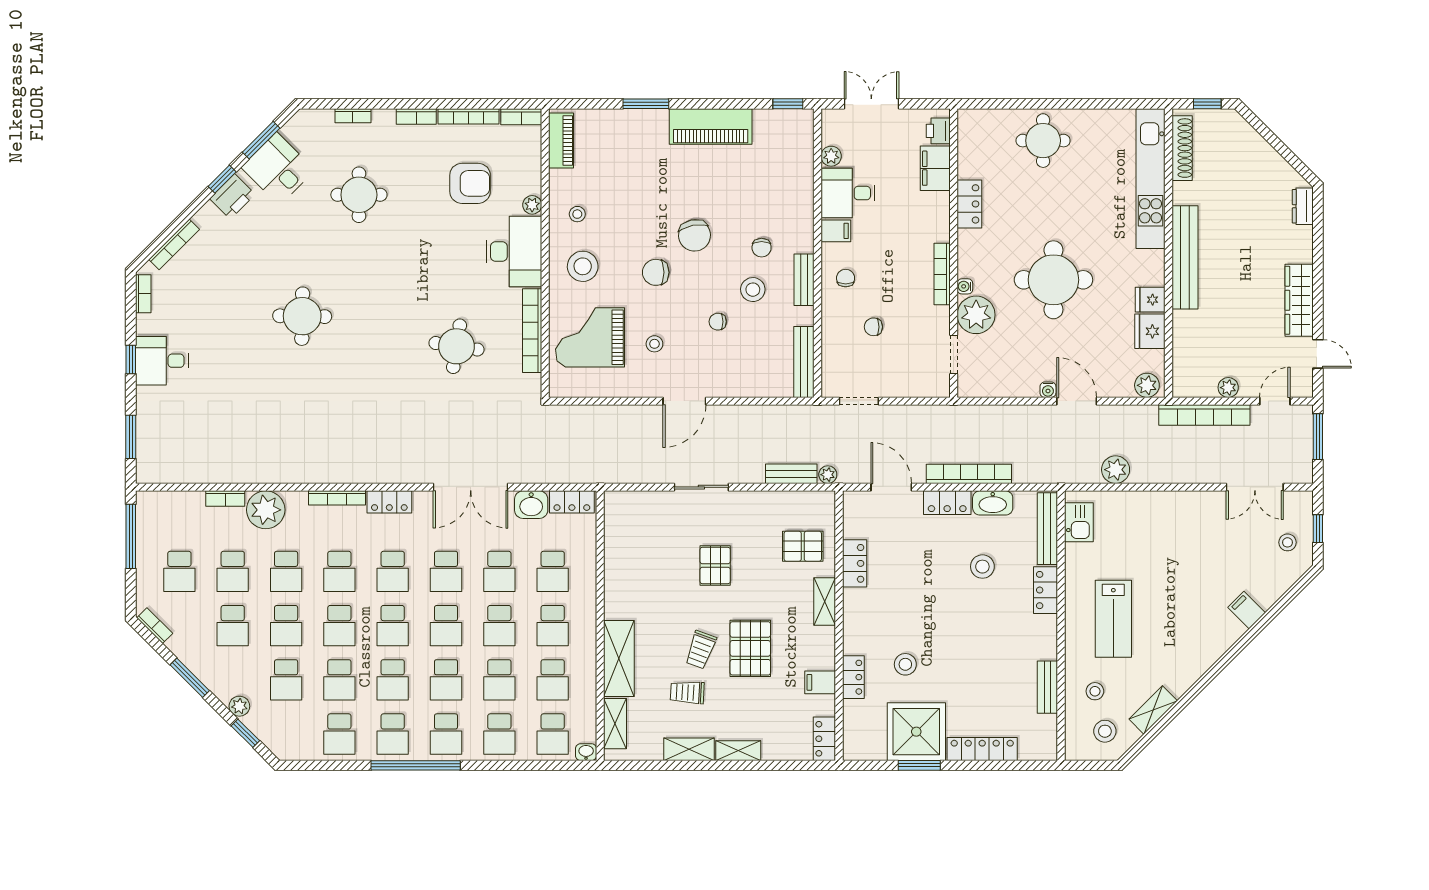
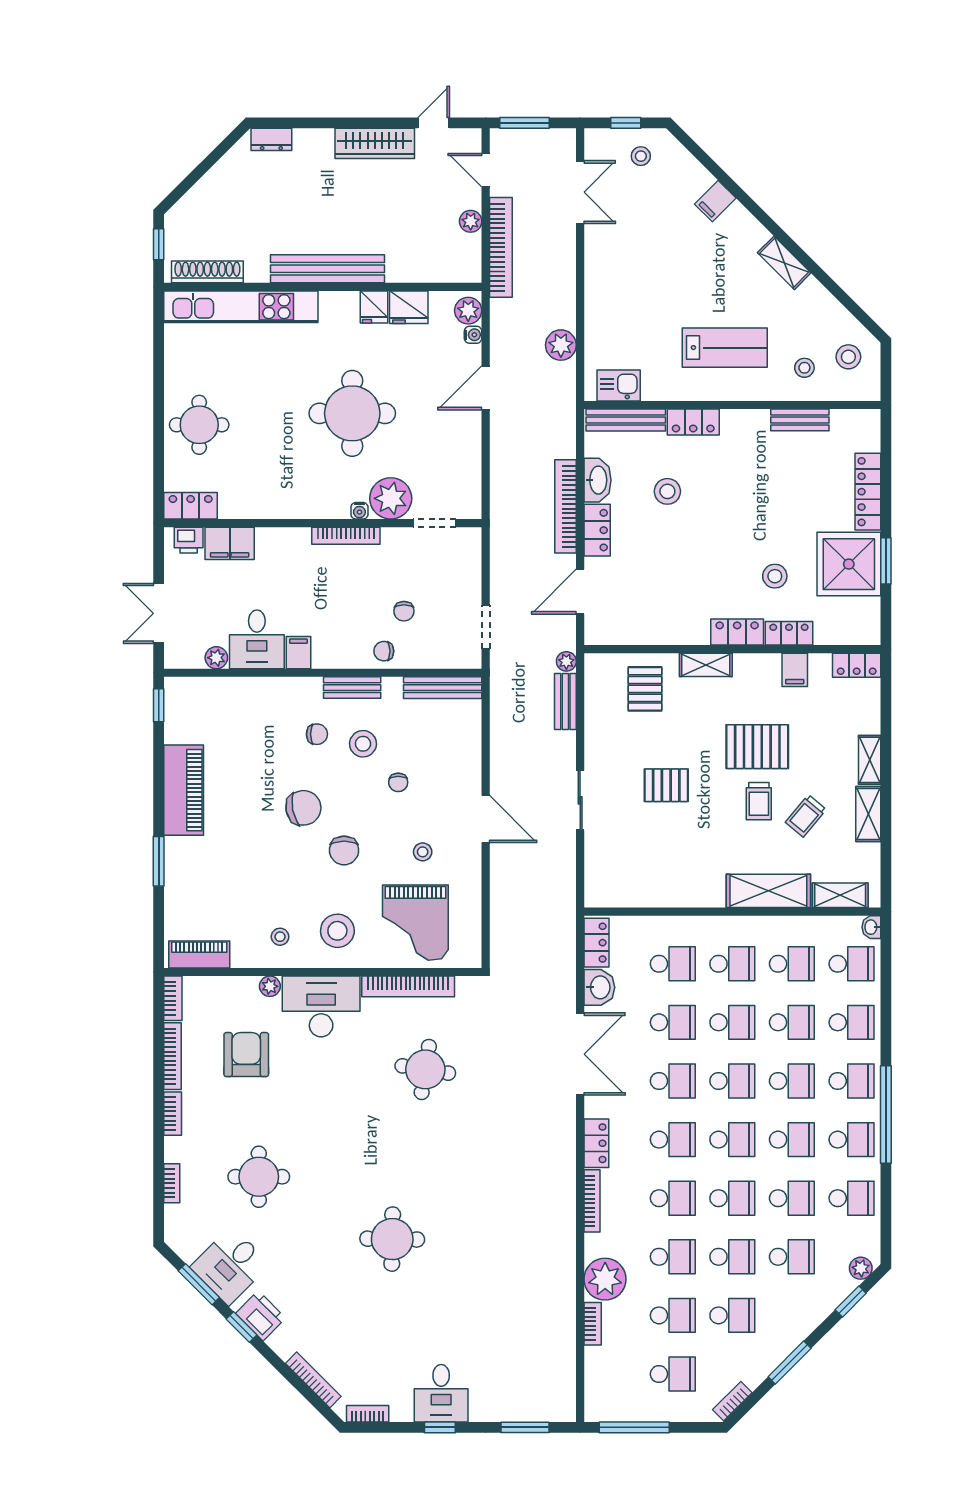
locker: (969, 204) -> (191, 506), moved
chair: (846, 278) -> (384, 651), moved
water cooler: (1048, 390) -> (473, 335), moved
locker: (855, 563) -> (737, 632), moved
trolley: (701, 650) -> (759, 801), turned 70
trolley: (687, 692) -> (806, 816), turned 37
plant: (239, 706) -> (861, 1268), moved
shelving: (1153, 710) -> (784, 263), moved

